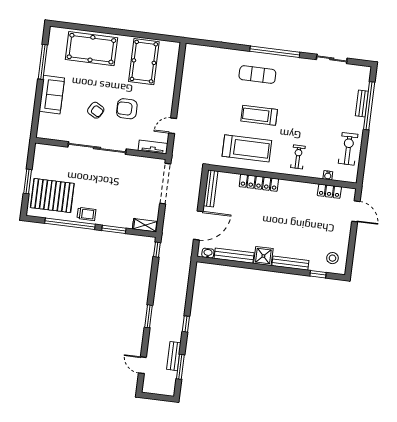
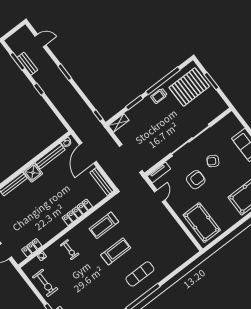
pool table: (144, 62) -> (202, 222), moved
treadmill: (247, 148) -> (104, 225), width x0.73, depth x0.73

